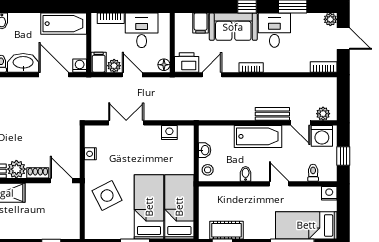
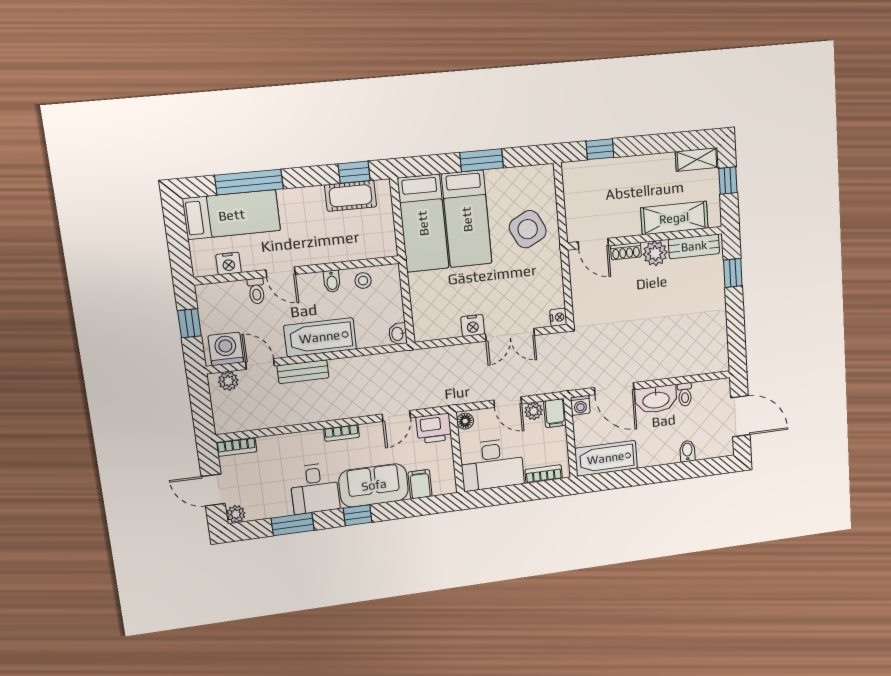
desk: (142, 30) -> (492, 465), width x1.37
nightstand: (169, 132) -> (473, 326), moved
washbasin: (205, 150) -> (398, 334), moved
nightstand: (90, 154) -> (558, 317), moved
stool: (208, 170) -> (363, 281), moved
toilet: (313, 173) -> (256, 291), moved
nightstand: (329, 193) -> (229, 264), moved

